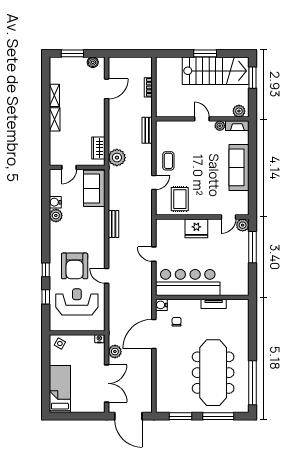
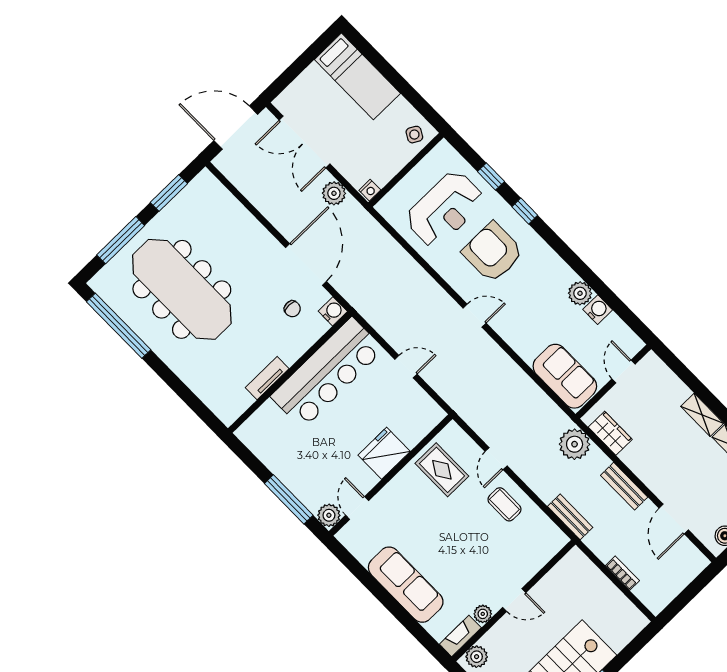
bench: (114, 224) -> (624, 486), moved
door: (107, 276) -> (475, 316), moved

